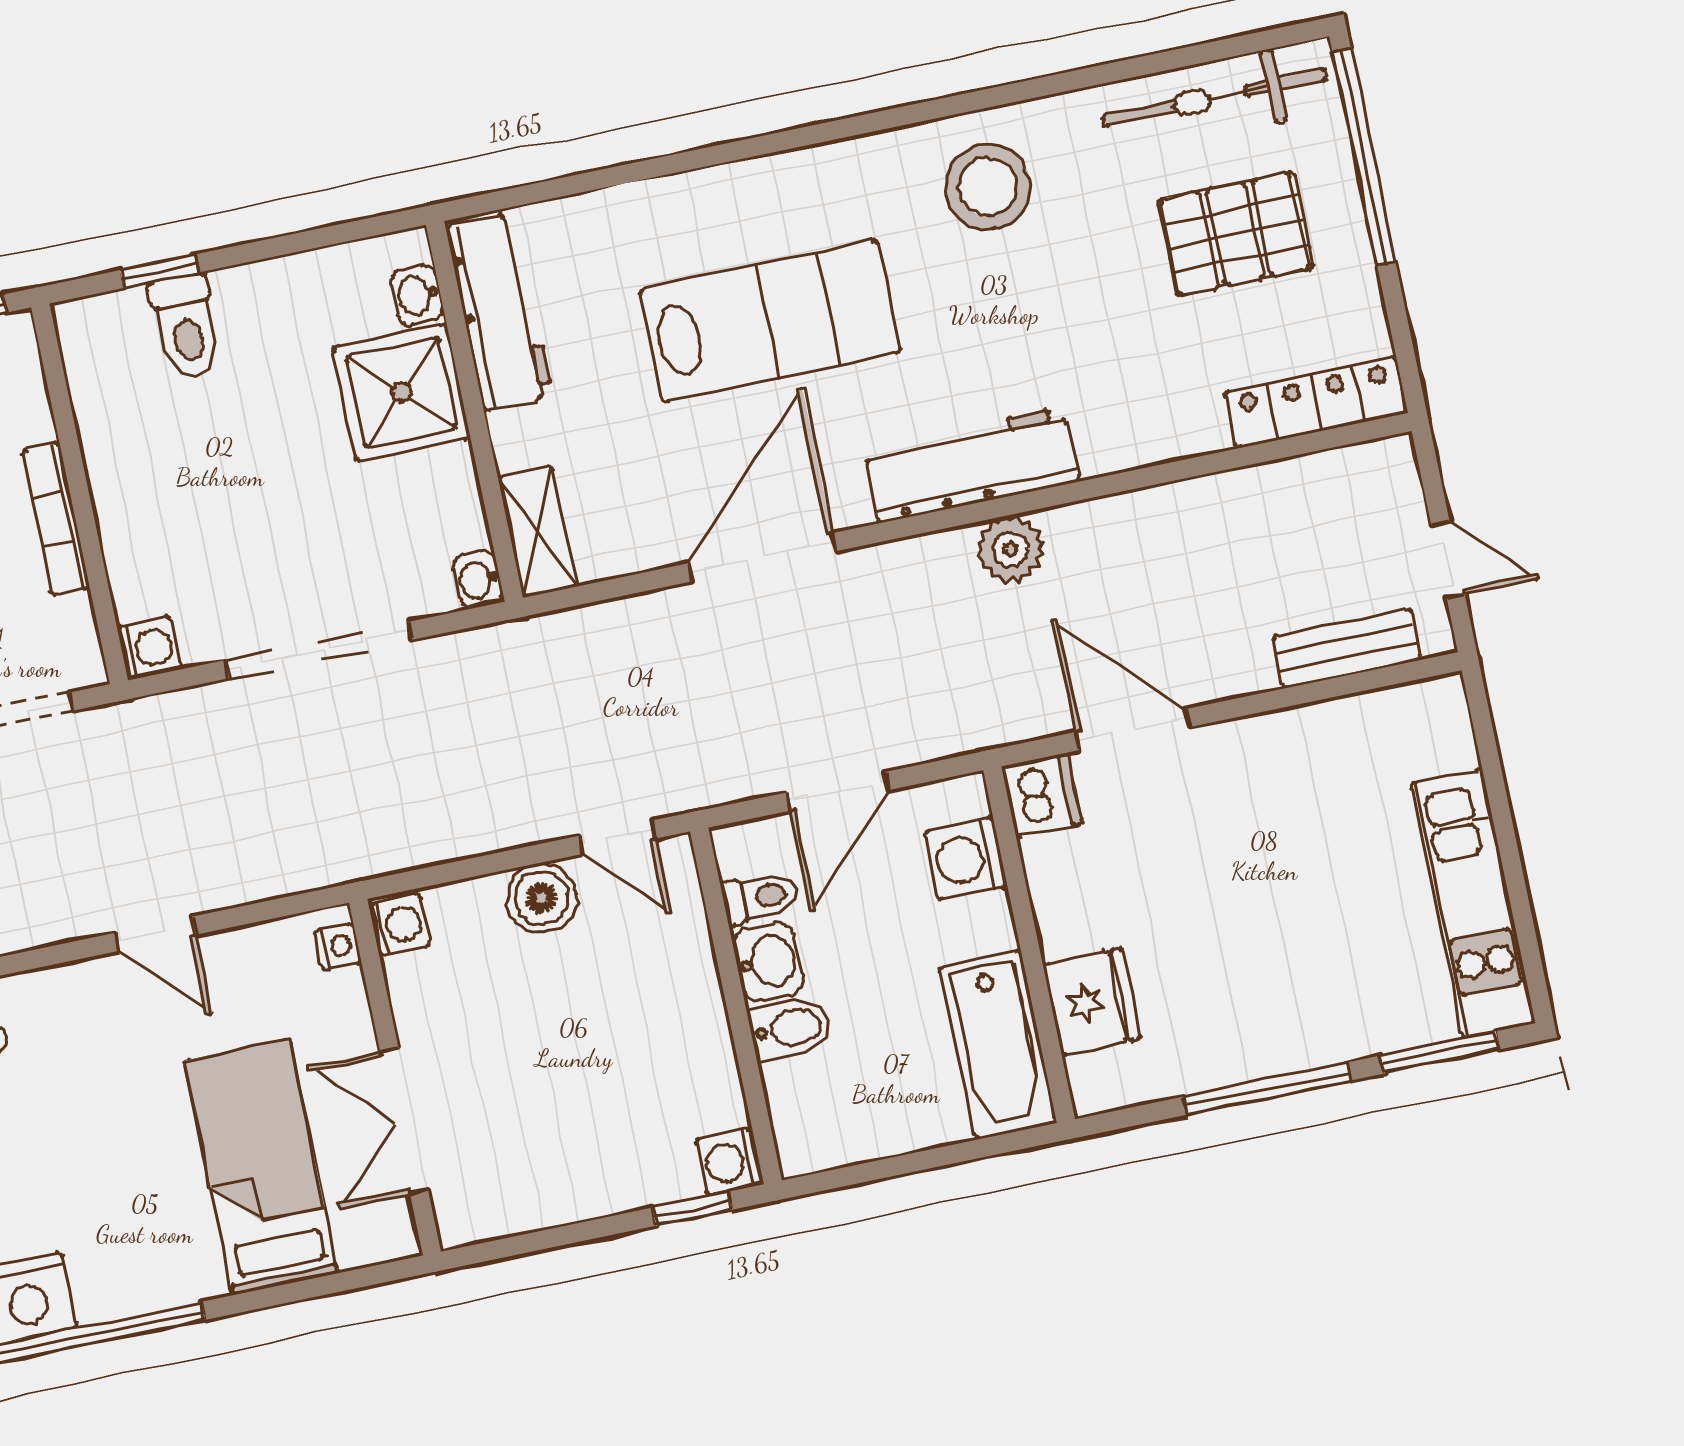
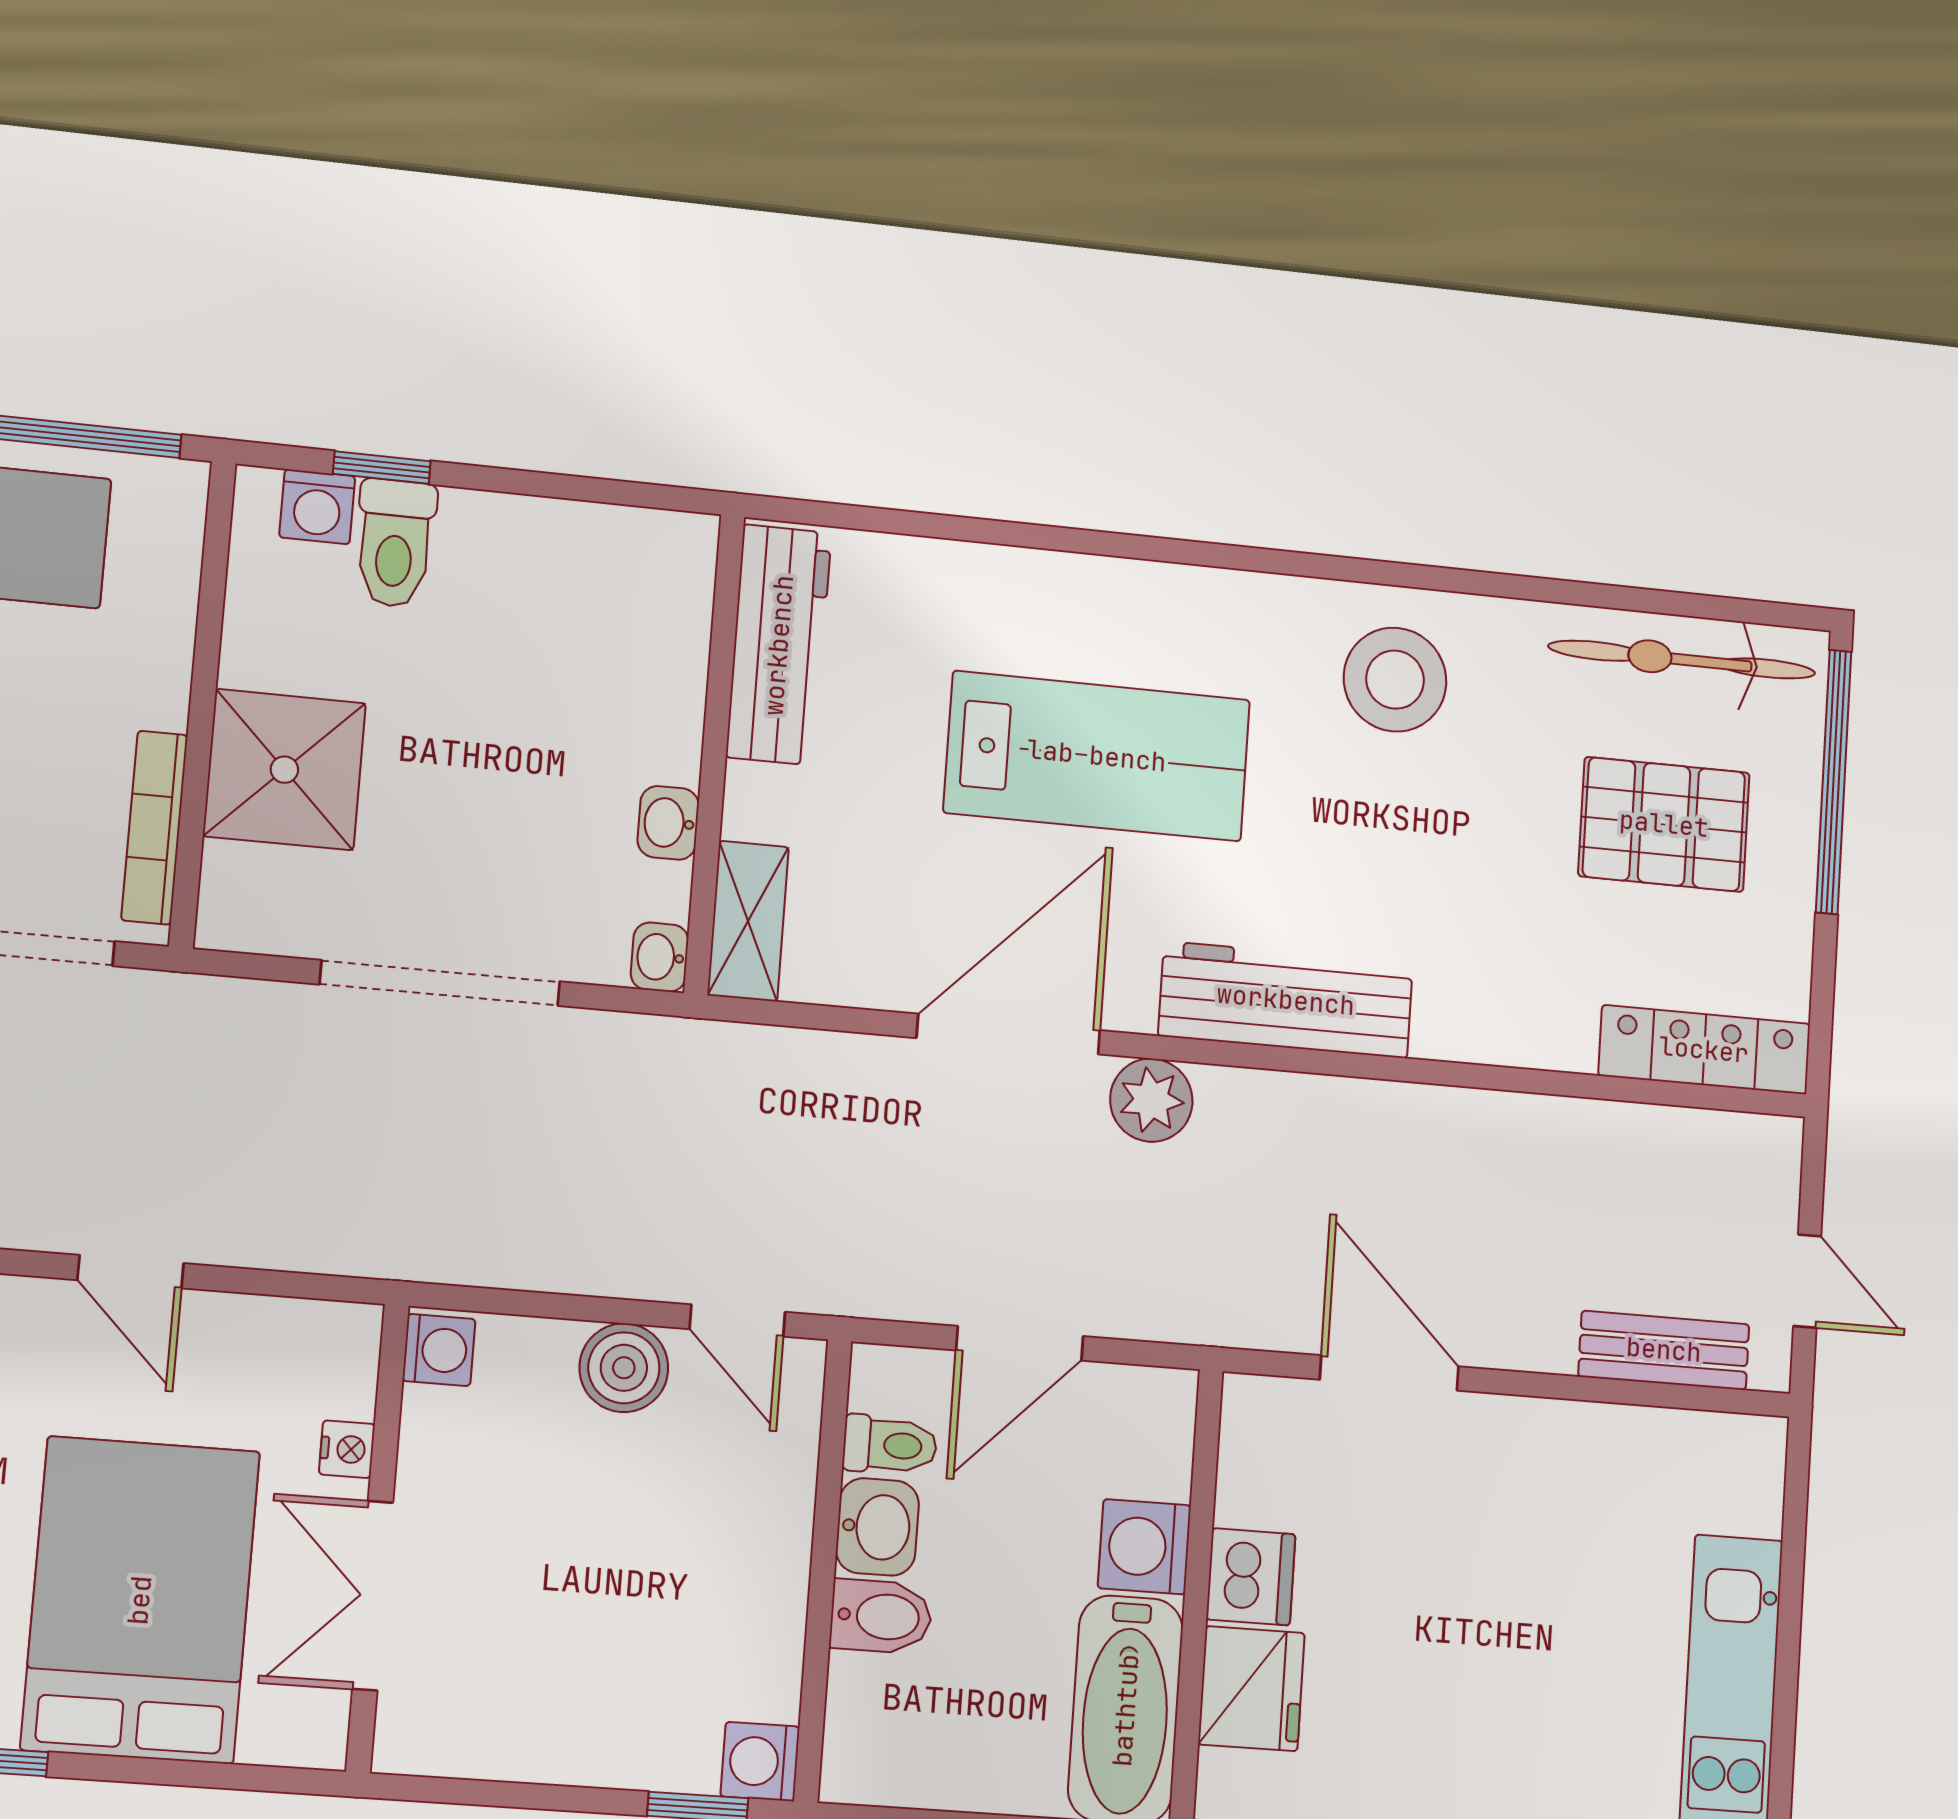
washbasin: (417, 295) -> (668, 823), moved
shower: (401, 392) -> (284, 770), moved
bookcase: (56, 519) -> (154, 828), moved
plant: (1011, 549) -> (1151, 1100), moved
washing machine: (149, 648) -> (317, 507), moved, turned 90
dishwasher: (1042, 795) -> (1251, 1577), moved
washing machine: (966, 859) -> (1144, 1547), moved
nightstand: (338, 947) -> (347, 1449), moved
bed: (261, 1167) -> (140, 1600), width x1.50

